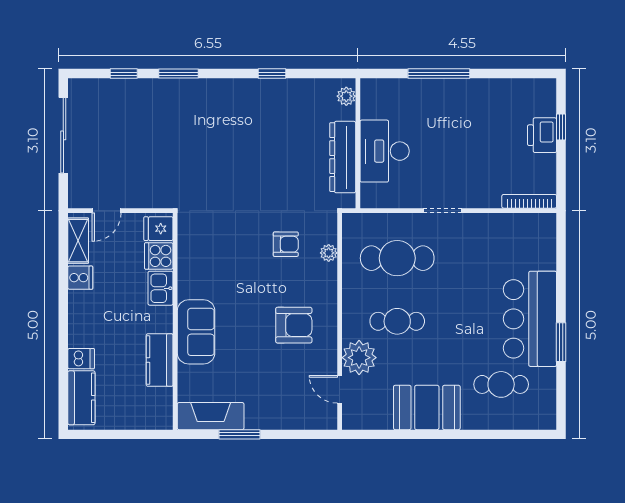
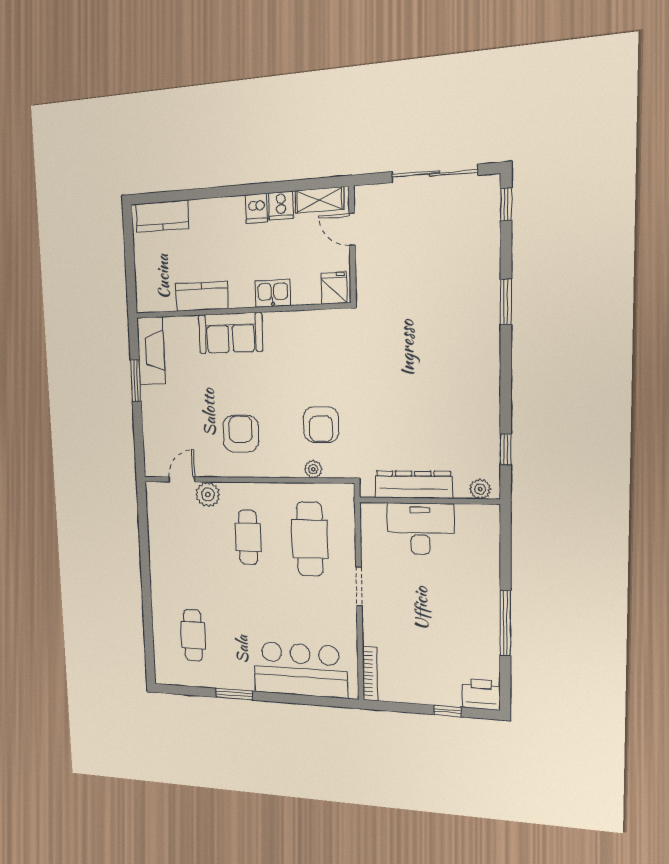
window: (124, 74) -> (506, 205), moved
window: (272, 74) -> (506, 449), moved
window: (439, 74) -> (505, 623), moved
printer: (542, 135) -> (481, 694), moved
armchair: (286, 244) -> (321, 425), width x1.38, depth x1.38
cooker: (159, 256) -> (306, 290), removed
bar counter: (530, 319) -> (300, 670), moved
armchair: (294, 325) -> (241, 434), turned 180
plant: (359, 358) -> (208, 494), width x0.73, depth x0.73
dishwasher: (81, 359) -> (257, 208), moved
booth: (427, 407) -> (169, 564), removed

